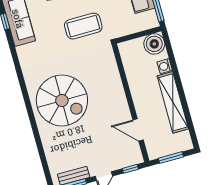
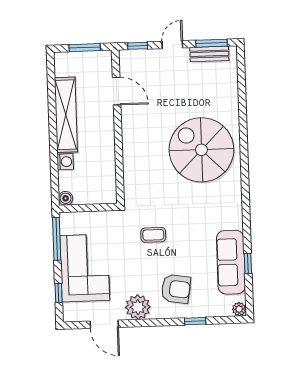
coffee table: (83, 26) -> (153, 235), width x0.54, depth x0.58
boiler: (154, 44) -> (66, 198), width x0.54, depth x0.54

